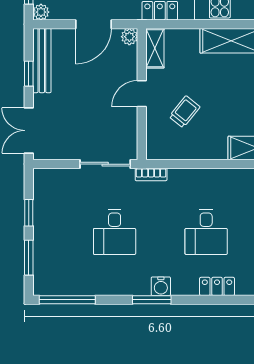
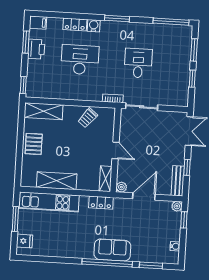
bench: (42, 61) -> (178, 181), width x0.73
door: (142, 94) -> (116, 150), hinge flipped
trolley: (185, 112) -> (88, 118), moved
desk: (206, 232) -> (80, 60), width x1.37
water cooler: (161, 286) -> (94, 26), moved

